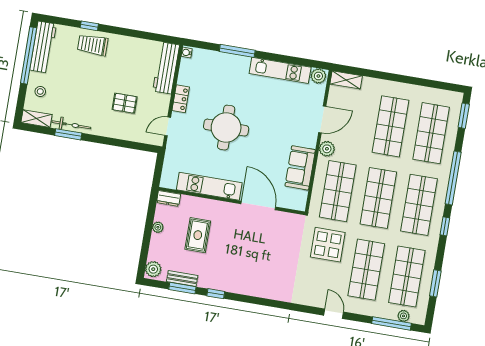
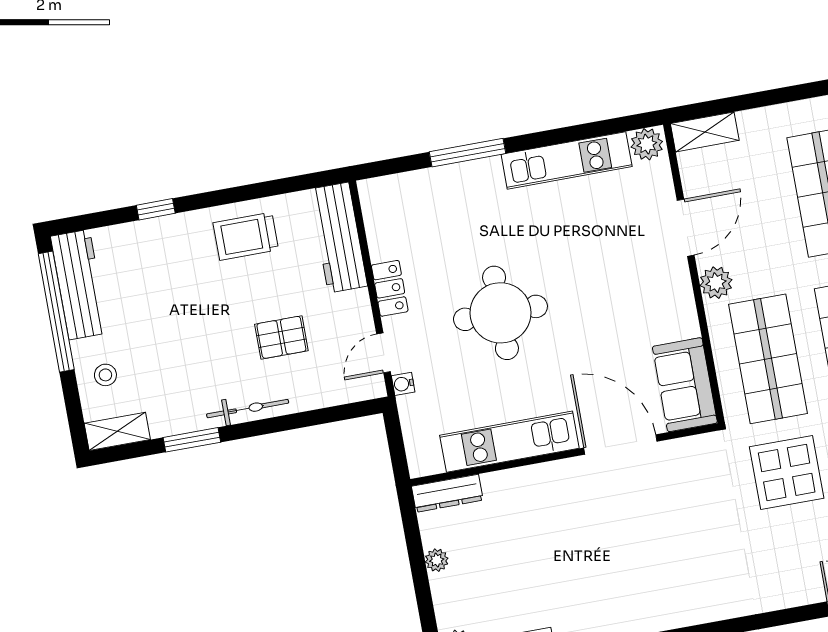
trolley: (93, 45) -> (246, 236), moved
water cooler: (187, 53) -> (403, 384), moved
bicycle: (71, 125) -> (248, 409), moved
sofa: (300, 168) -> (685, 385), moved
dresser: (169, 198) -> (447, 493), width x1.44
rug: (198, 235) -> (522, 547), removed

